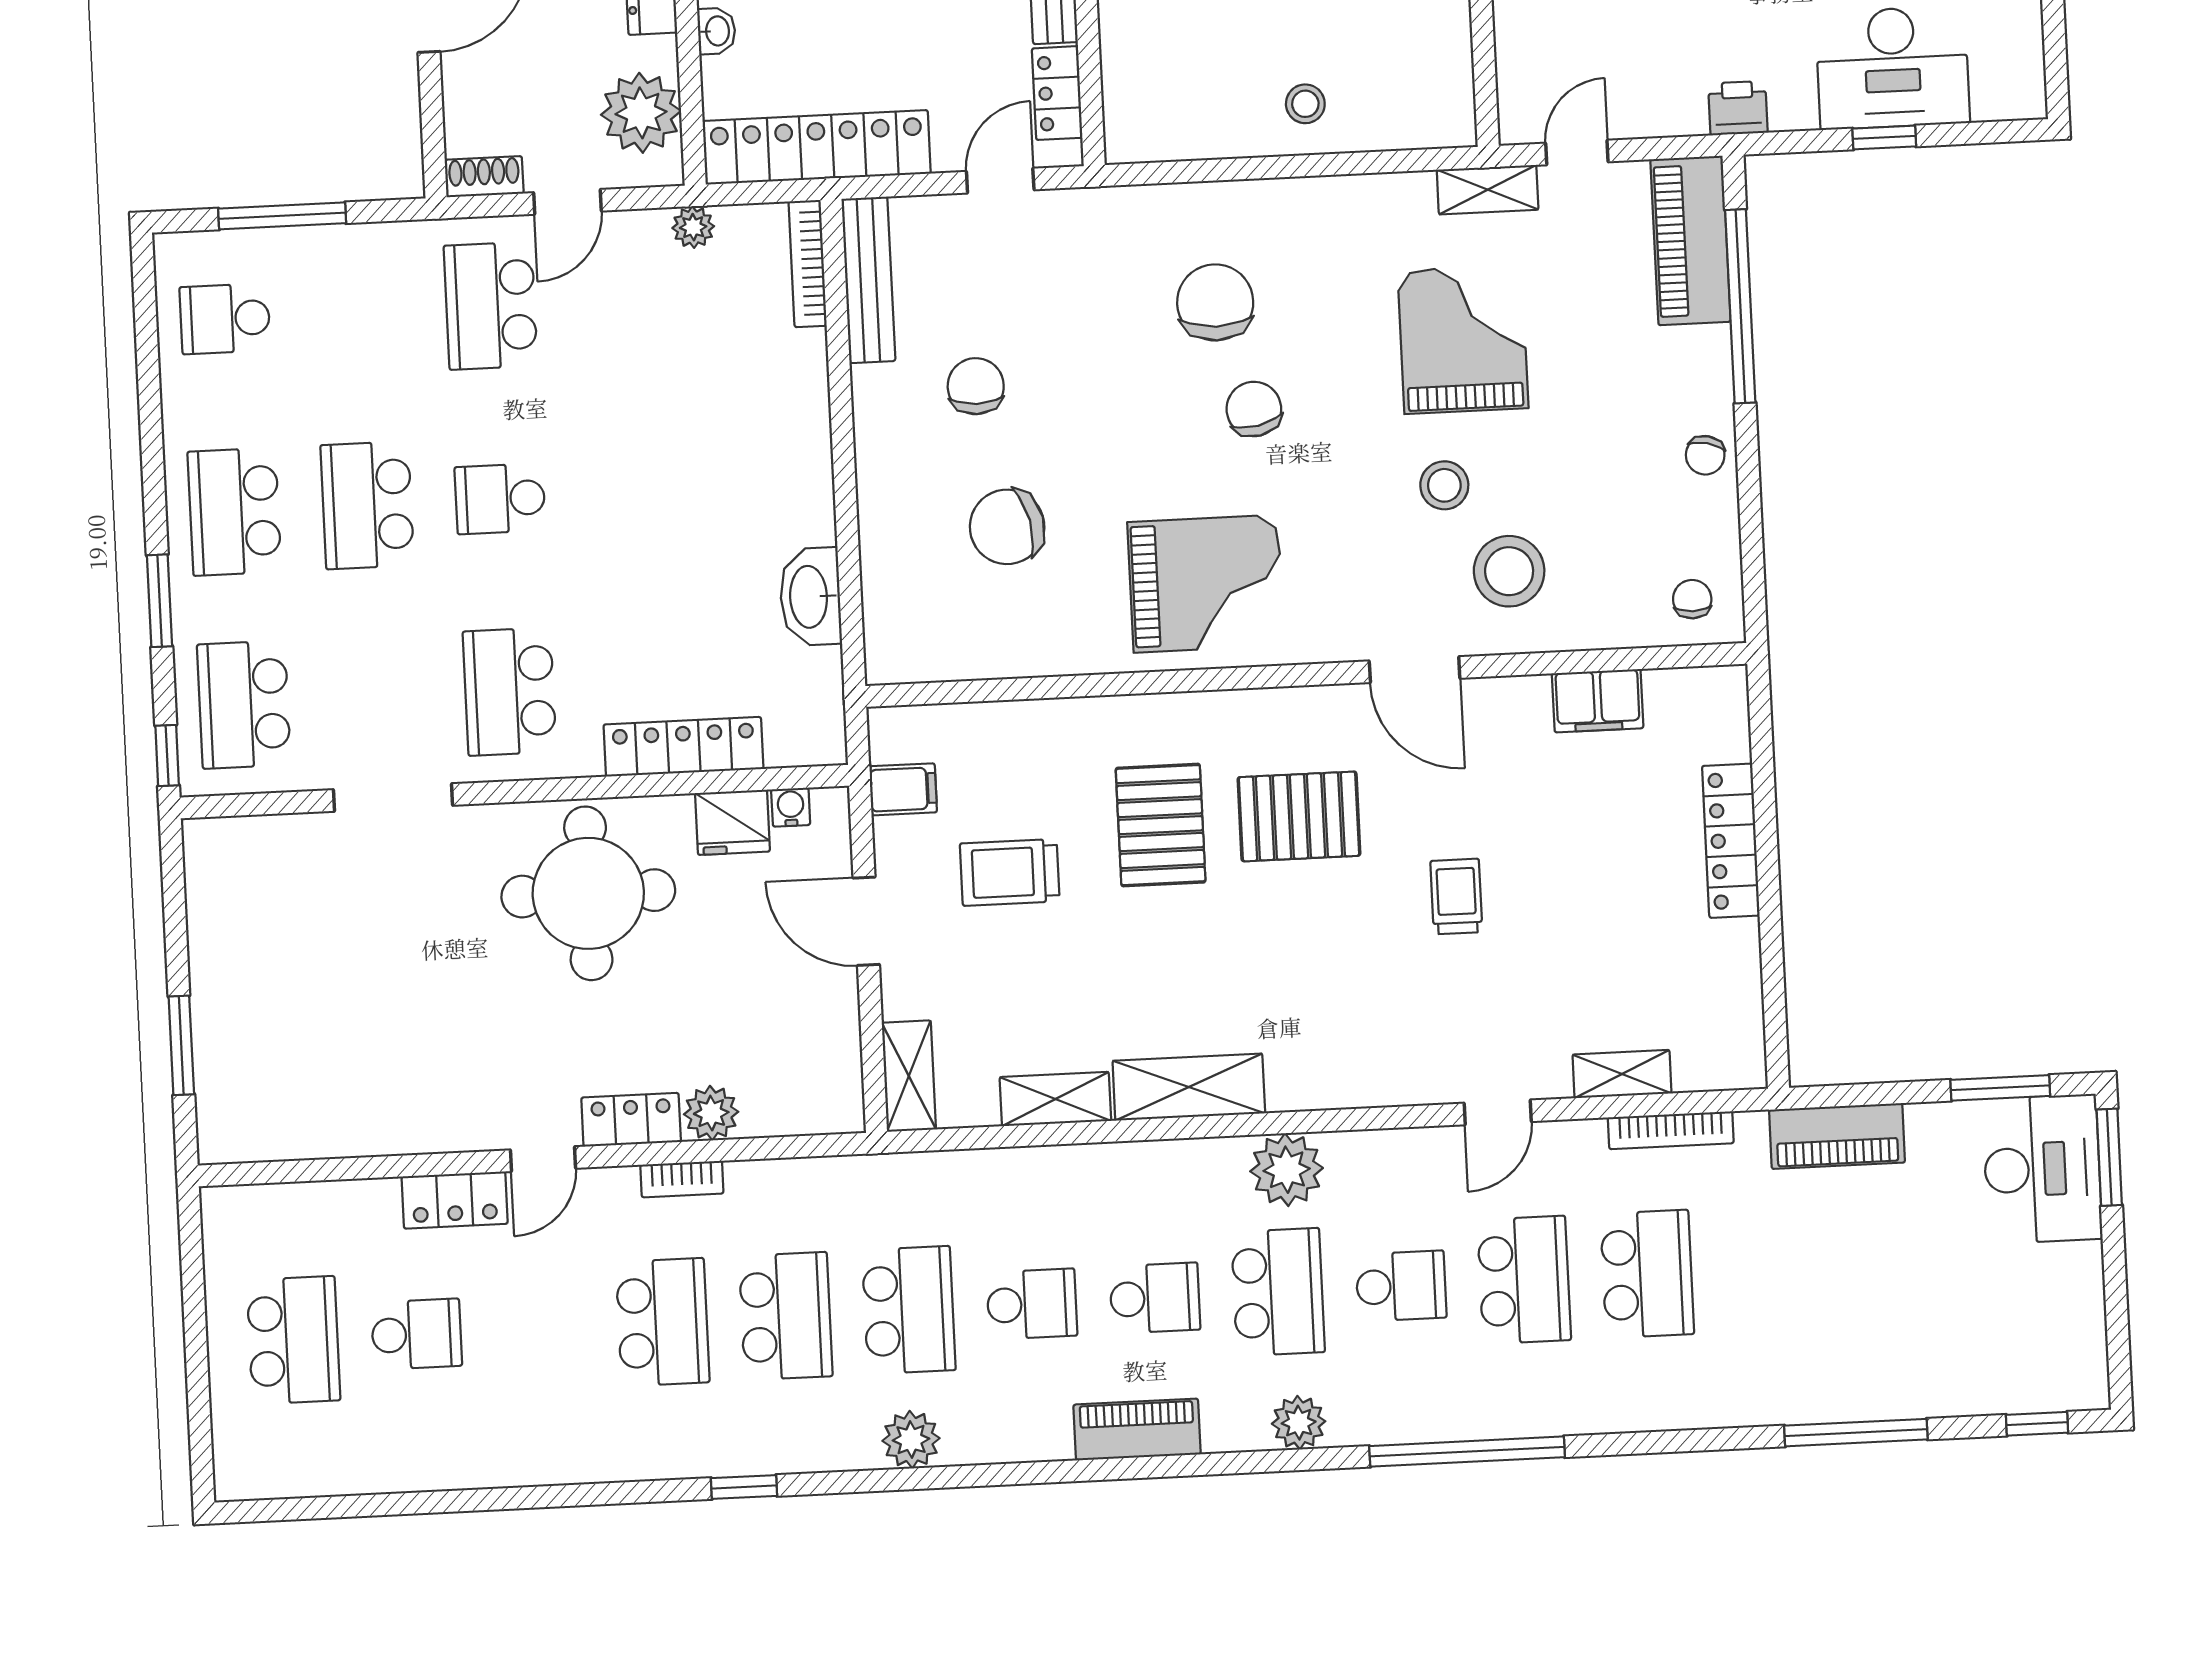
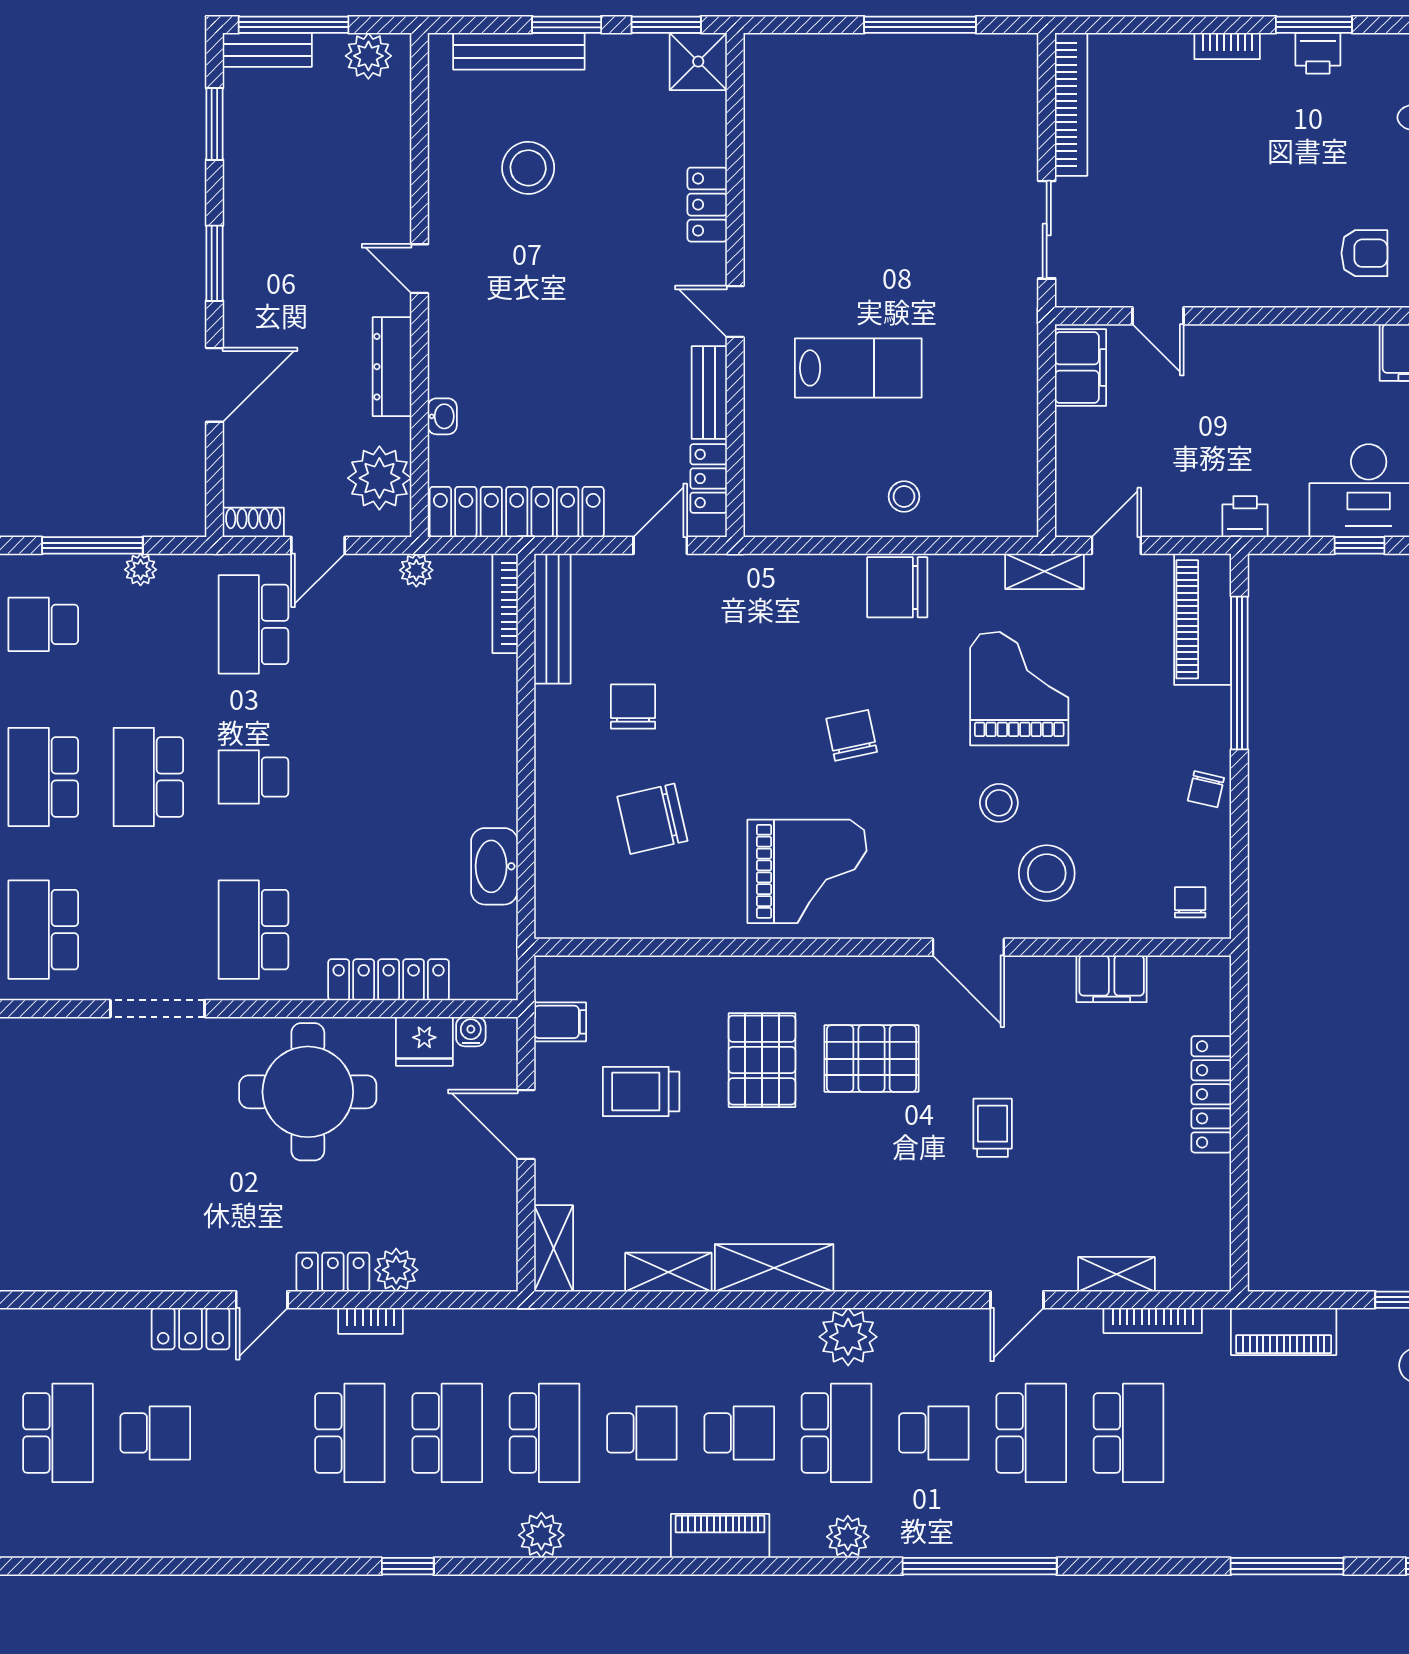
plant: (344, 243) -> (141, 570), added
chair: (1215, 302) -> (897, 587), moved, turned -90

